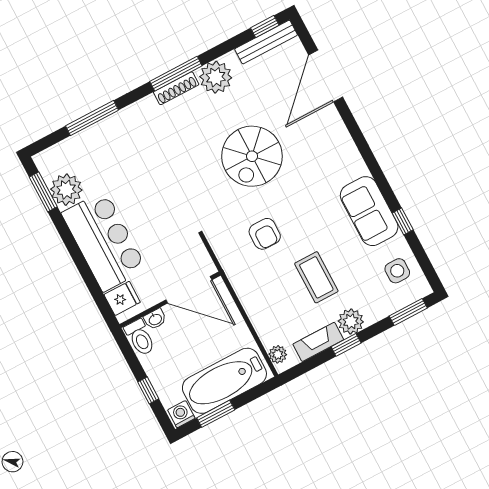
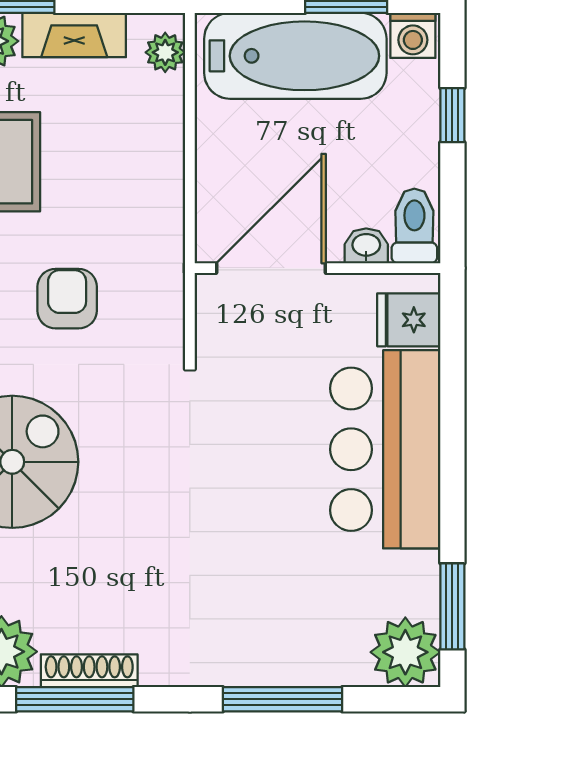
plant: (66, 190) -> (405, 652), moved
door: (189, 290) -> (271, 268), hinge flipped

